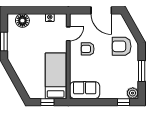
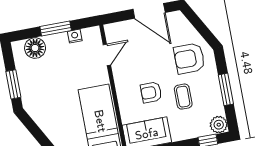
window: (38, 10) -> (56, 29), added
armchair: (88, 49) -> (151, 92), moved
coffee table: (113, 70) -> (183, 97), added

